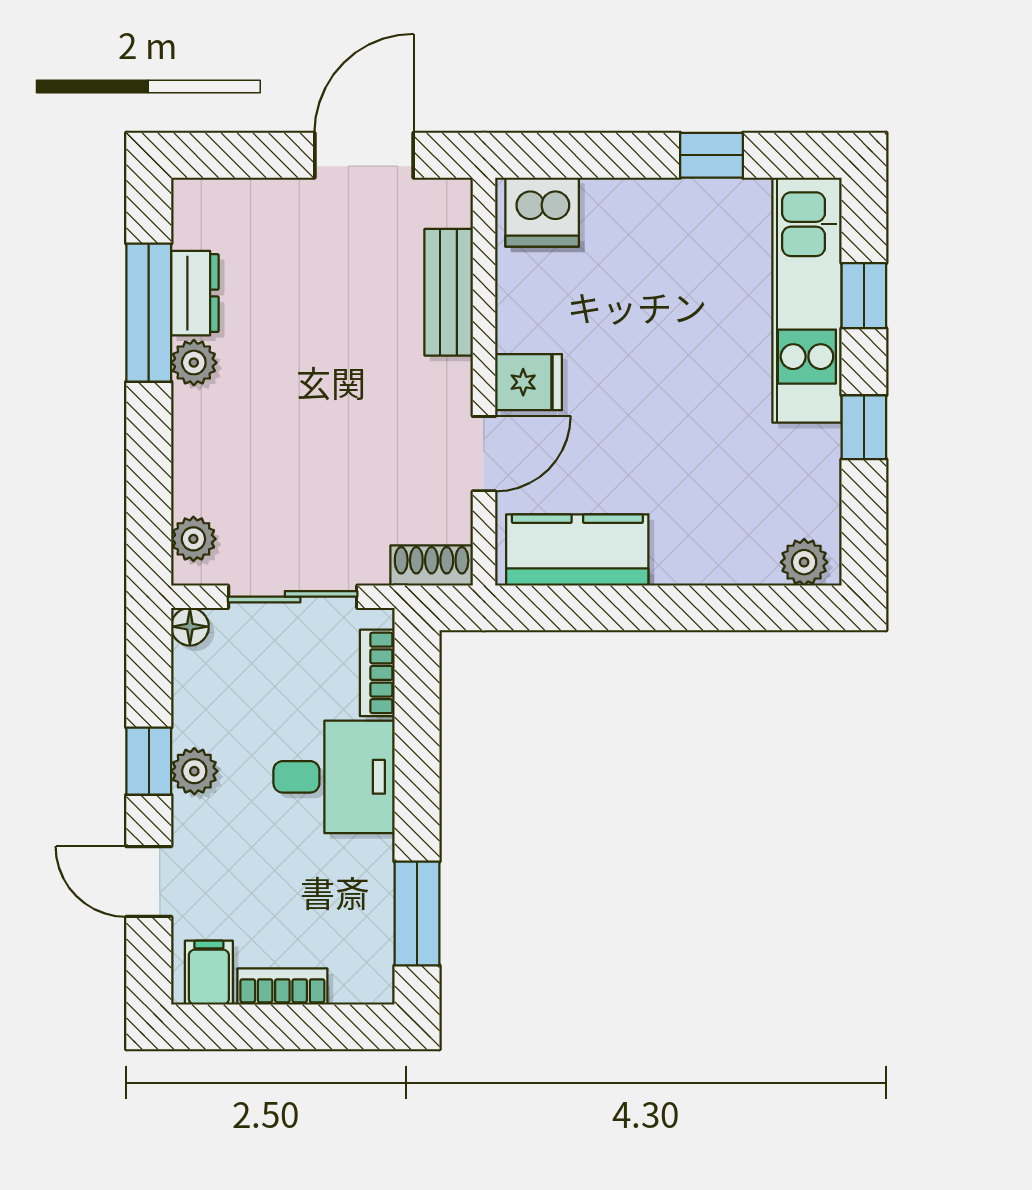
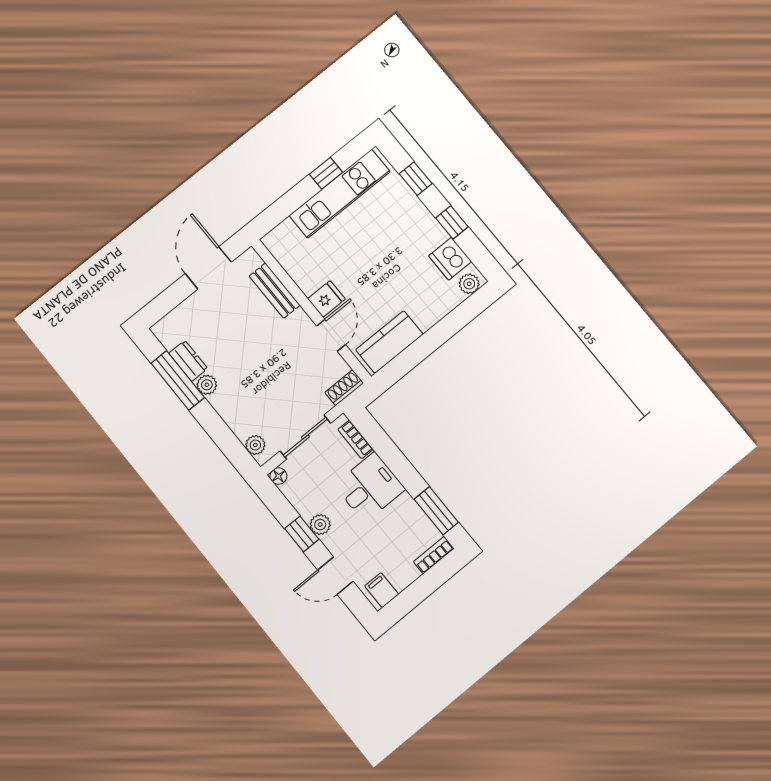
dishwasher: (542, 212) -> (450, 259), moved, turned 90
kitchen unit: (807, 300) -> (340, 194), moved, turned -90
bookcase: (282, 986) -> (434, 555), moved

